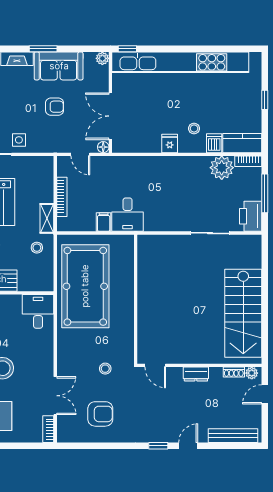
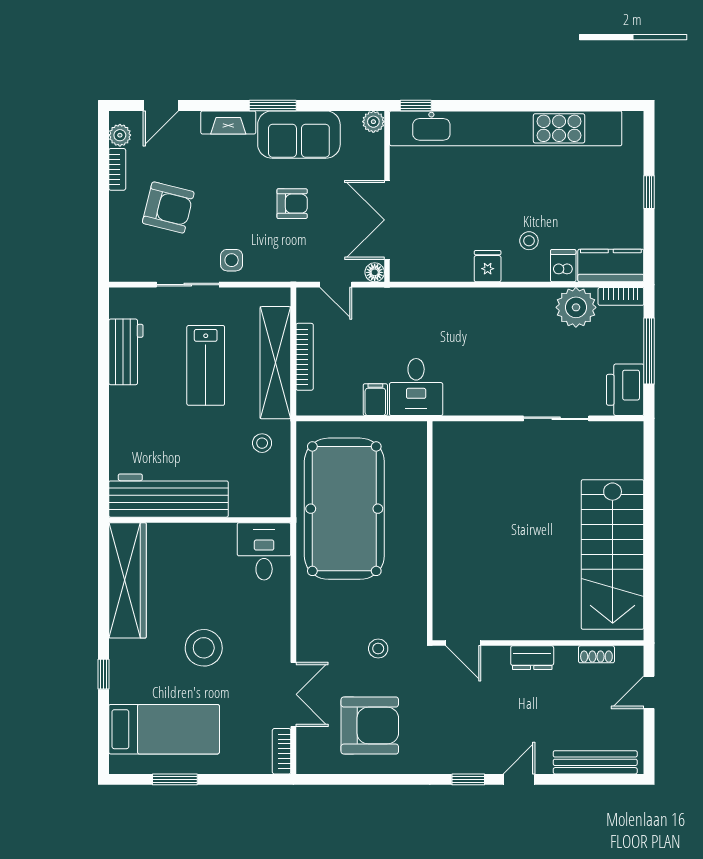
shelving: (47, 218) -> (275, 363), width x2.20, depth x1.33
plant: (252, 373) -> (627, 656), removed
armchair: (100, 414) -> (370, 726), width x1.36, depth x1.36

